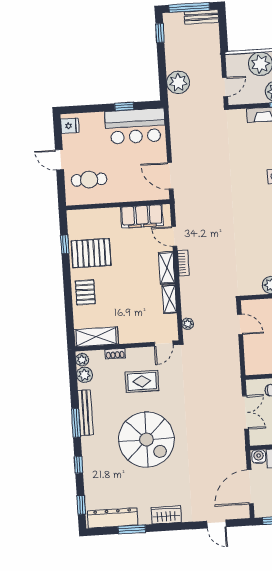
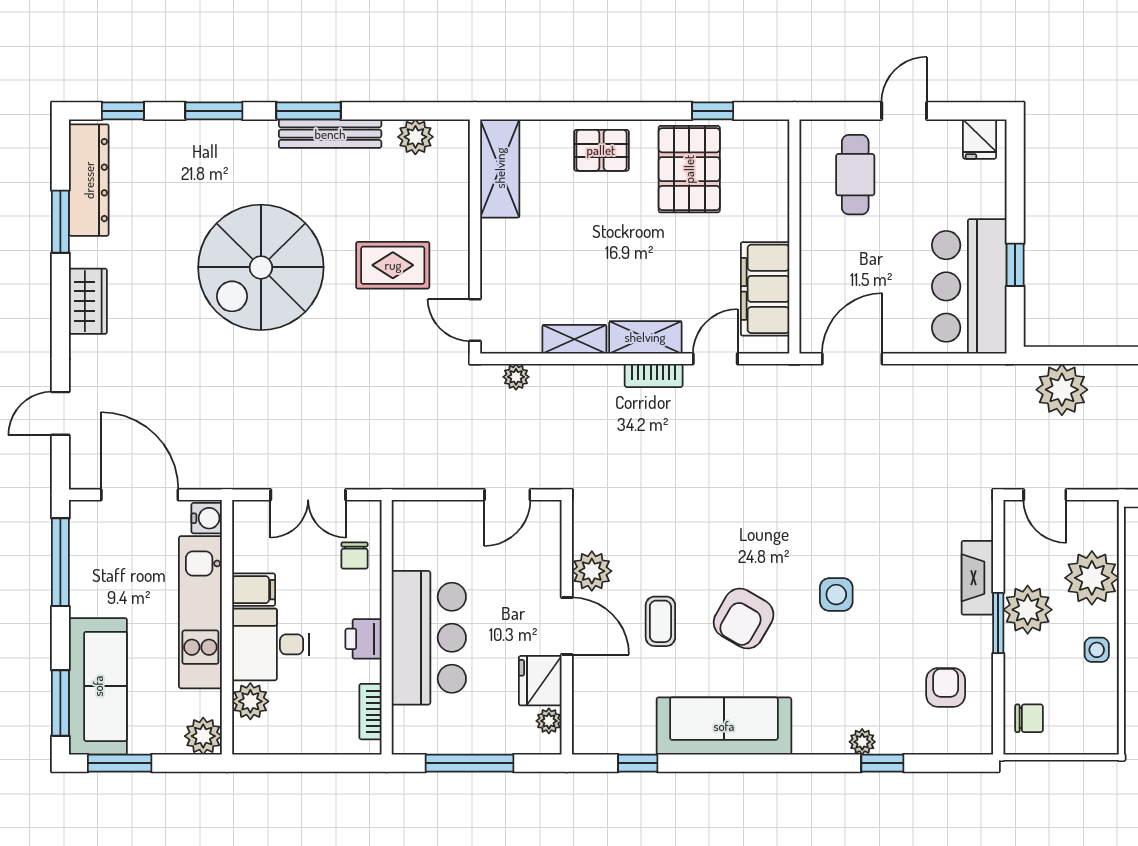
shoe rack: (115, 354) -> (459, 209), removed
plant: (82, 360) -> (450, 134), removed
rug: (142, 381) -> (393, 265), turned 90
window: (79, 465) -> (214, 111), width x1.50

